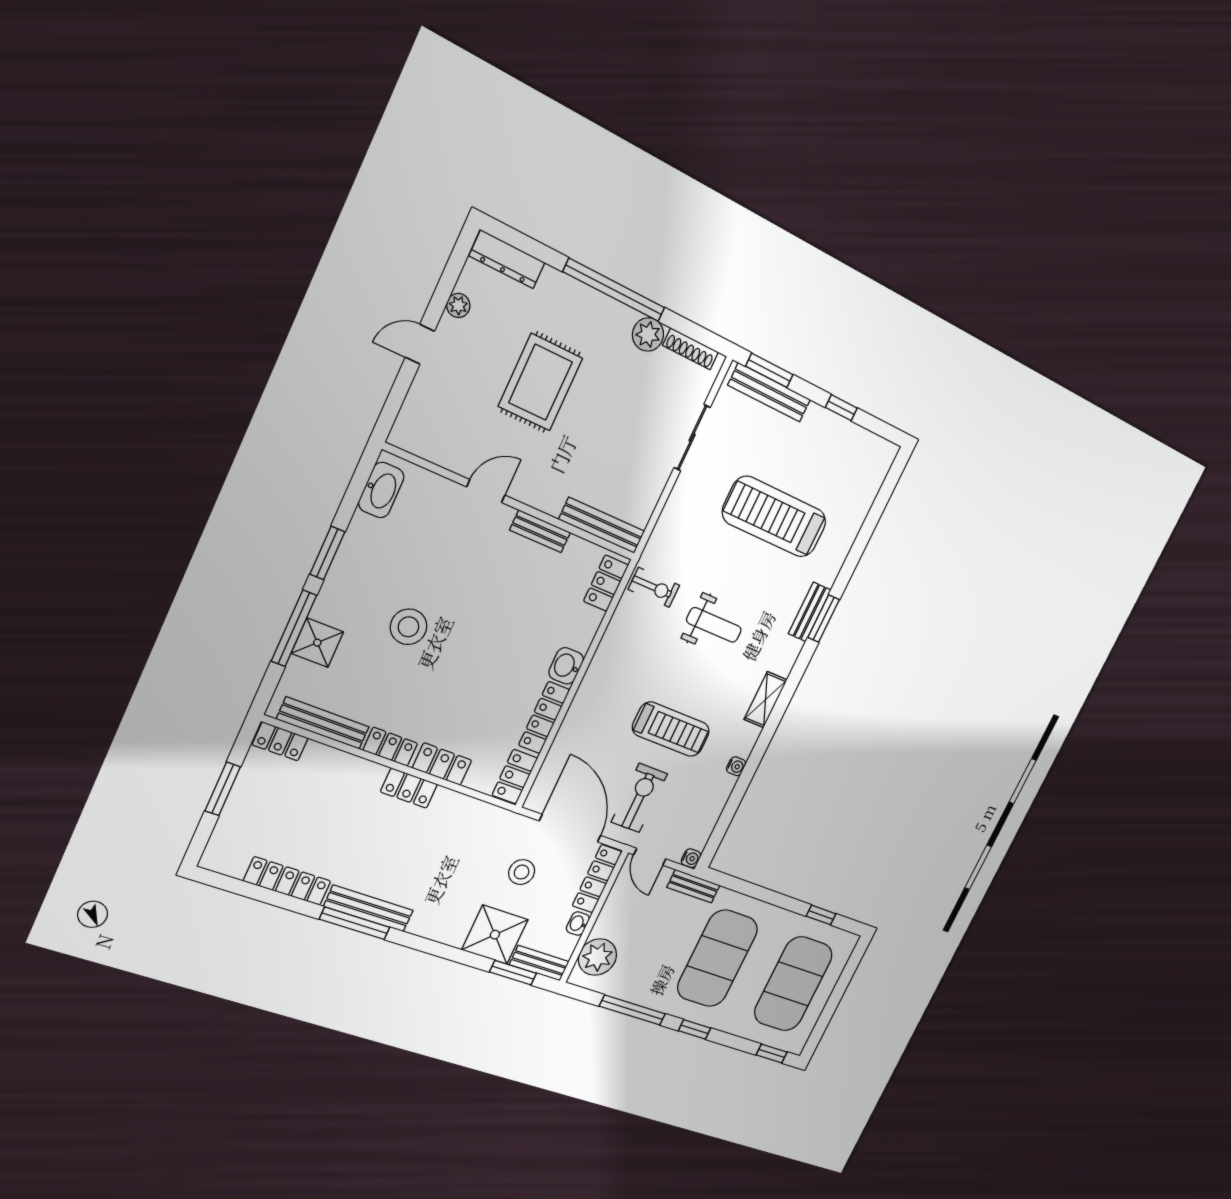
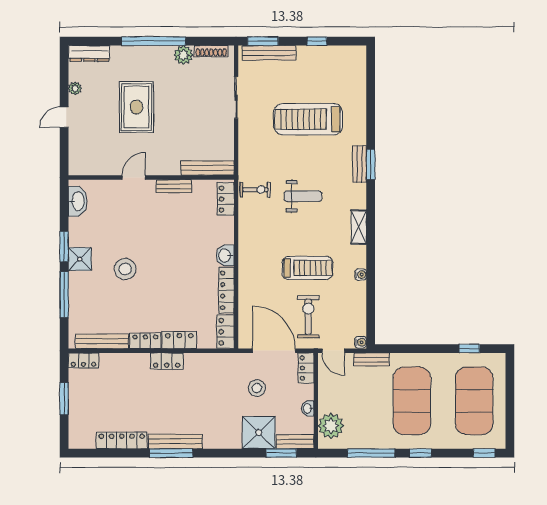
shower: (317, 643) -> (80, 259), moved
locker: (597, 879) -> (306, 368), width x0.66

